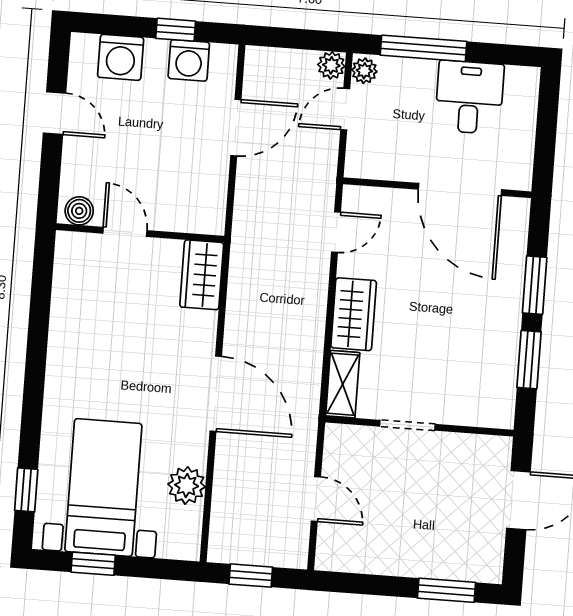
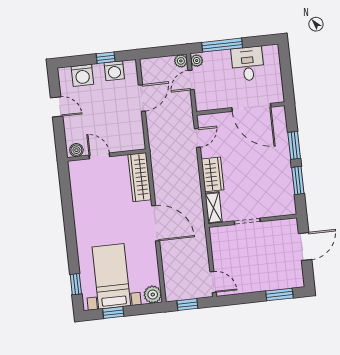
wardrobe: (202, 275) -> (140, 177), width x1.50
plant: (187, 485) -> (153, 295), moved
door: (316, 499) -> (213, 282), moved

